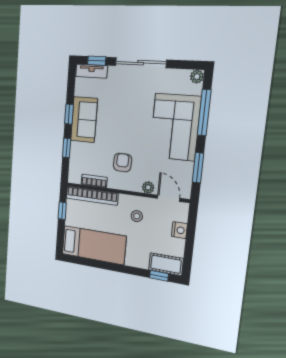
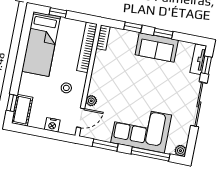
armchair: (122, 162) -> (115, 80), removed
bookcase: (94, 181) -> (103, 38), moved
window: (62, 211) -> (58, 13), moved

